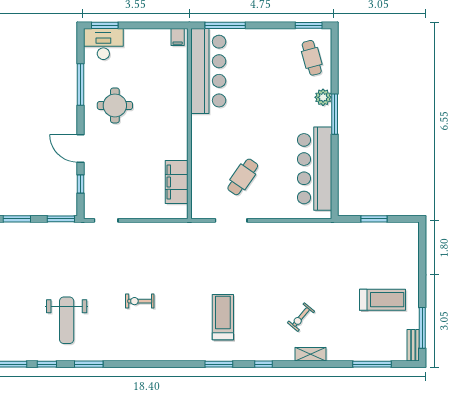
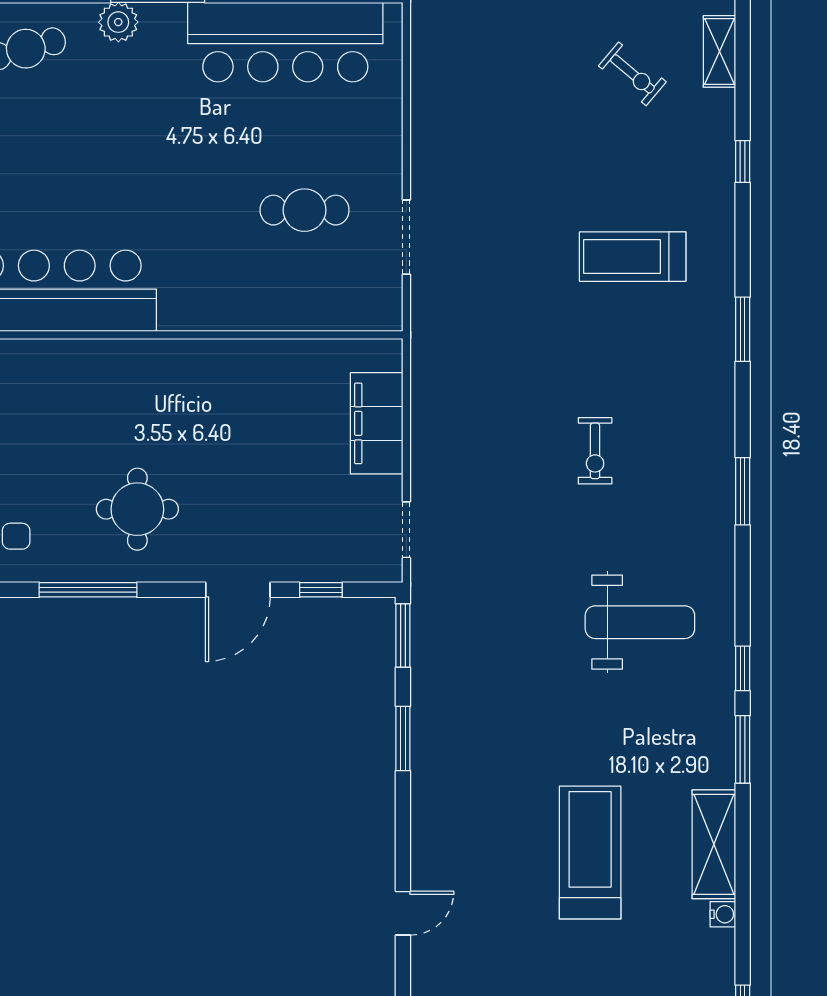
cafe table: (243, 177) -> (305, 210), turned -35
filing cabinet: (177, 182) -> (377, 423), moved, turned 90
window: (89, 364) -> (743, 491), moved
window: (219, 364) -> (743, 329), moved

